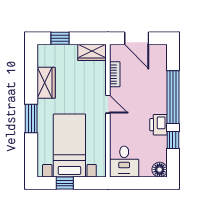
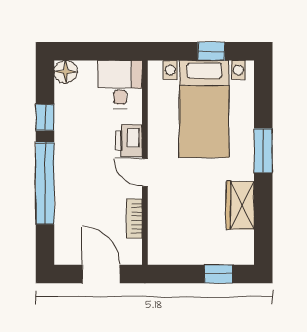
wardrobe: (92, 52) -> (169, 252), removed
printer: (158, 125) -> (129, 141), moved, turned 180

